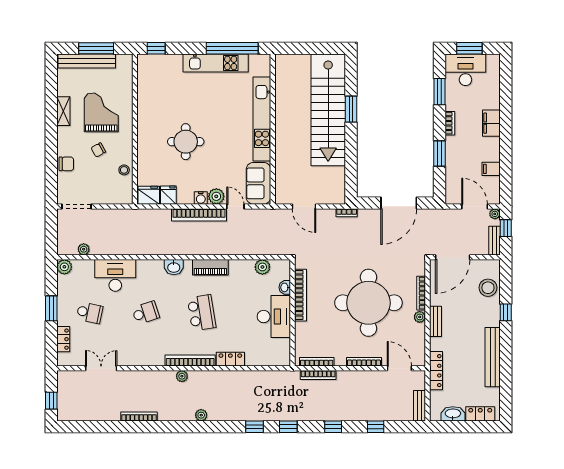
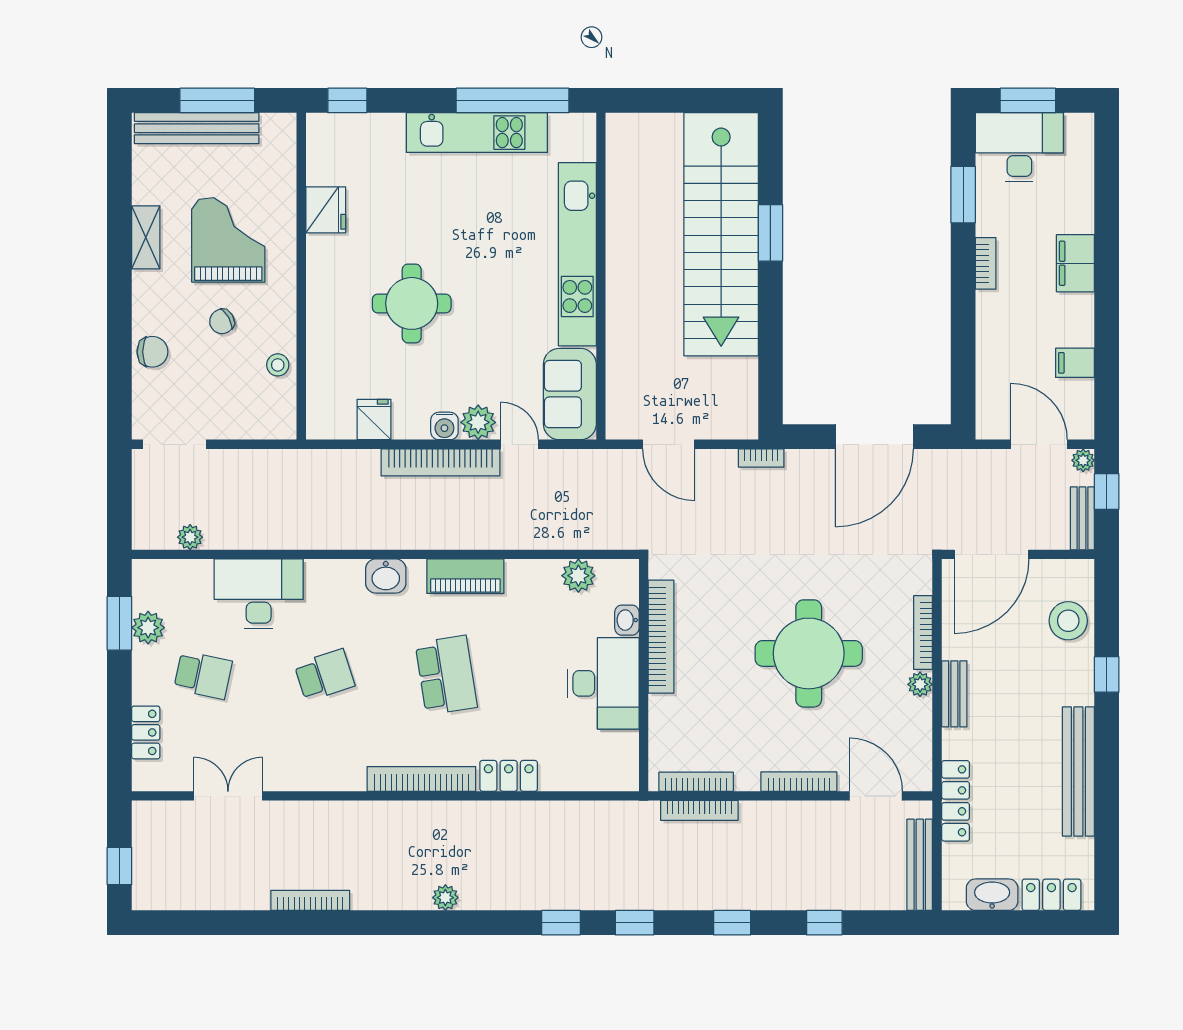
window: (440, 154) -> (963, 329), removed
fridge: (149, 195) -> (326, 210), moved, turned 90
plant: (64, 267) -> (148, 628), moved
round table: (368, 303) -> (809, 653), width x0.73, depth x0.73
window: (51, 308) -> (119, 623), moved
plant: (182, 376) -> (403, 813), removed
bench: (420, 406) -> (920, 865), width x1.36

